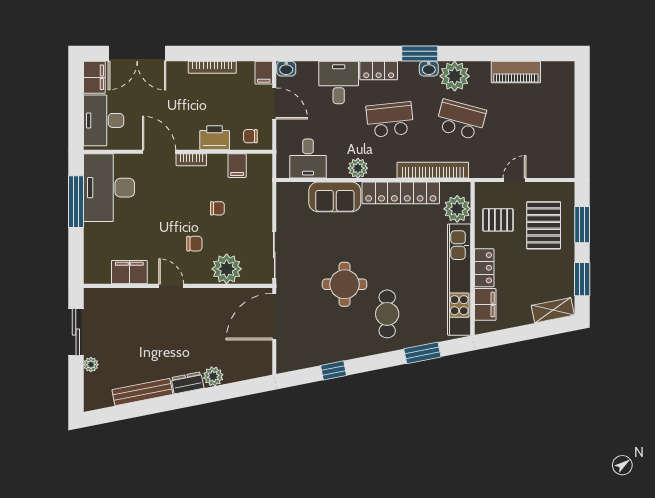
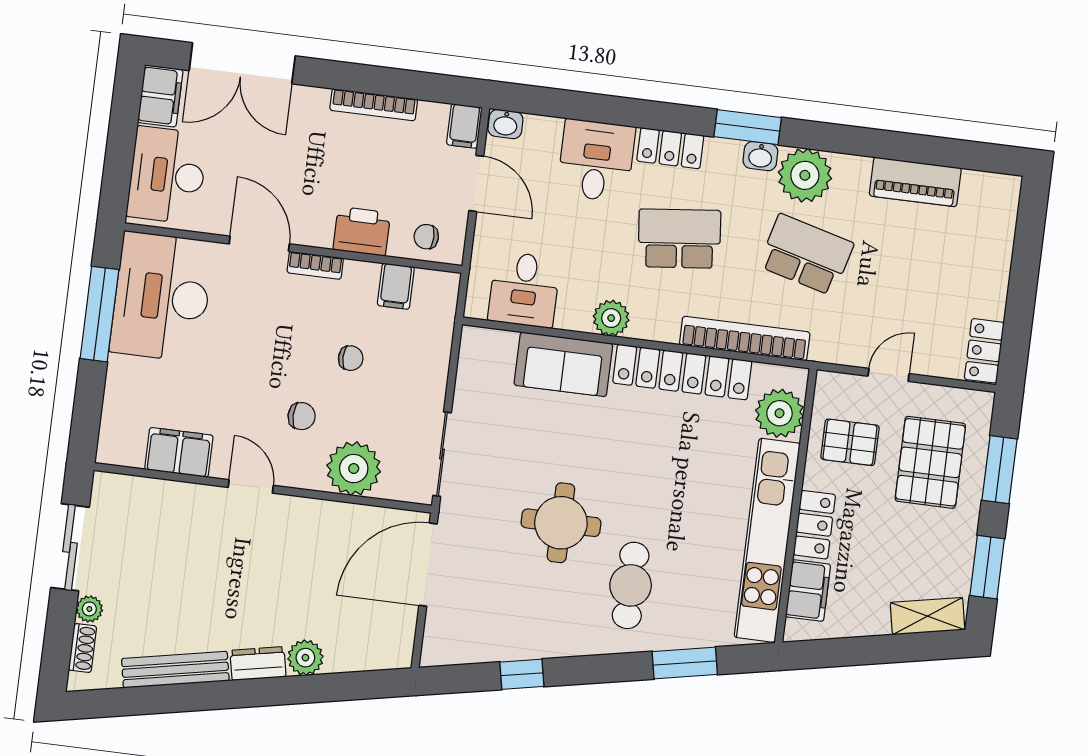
locker: (566, 160) -> (984, 351), added
shoe rack: (90, 387) -> (83, 648), added

